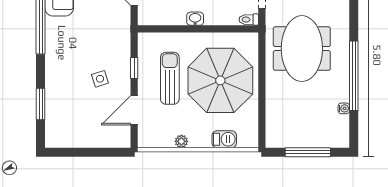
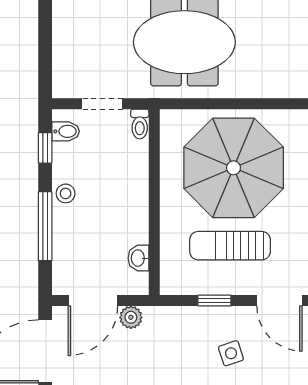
plant: (123, 14) -> (131, 317), added
washbasin: (195, 19) -> (138, 258), moved

